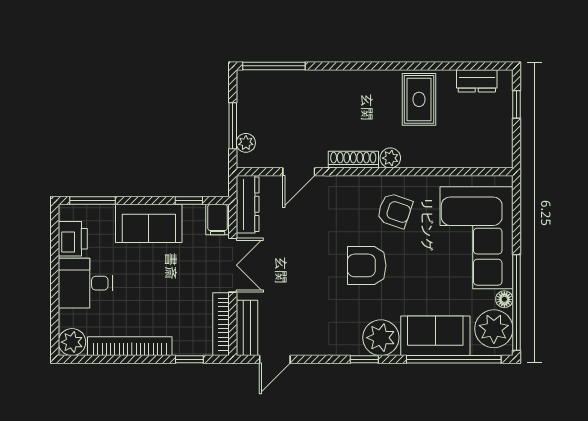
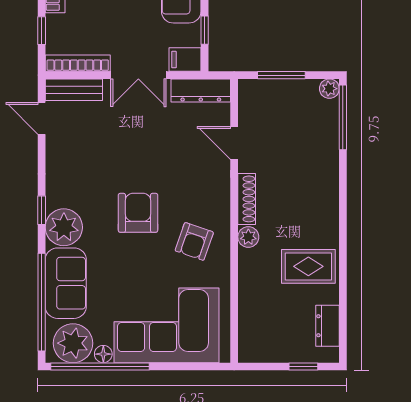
plant: (246, 143) -> (329, 89), moved

